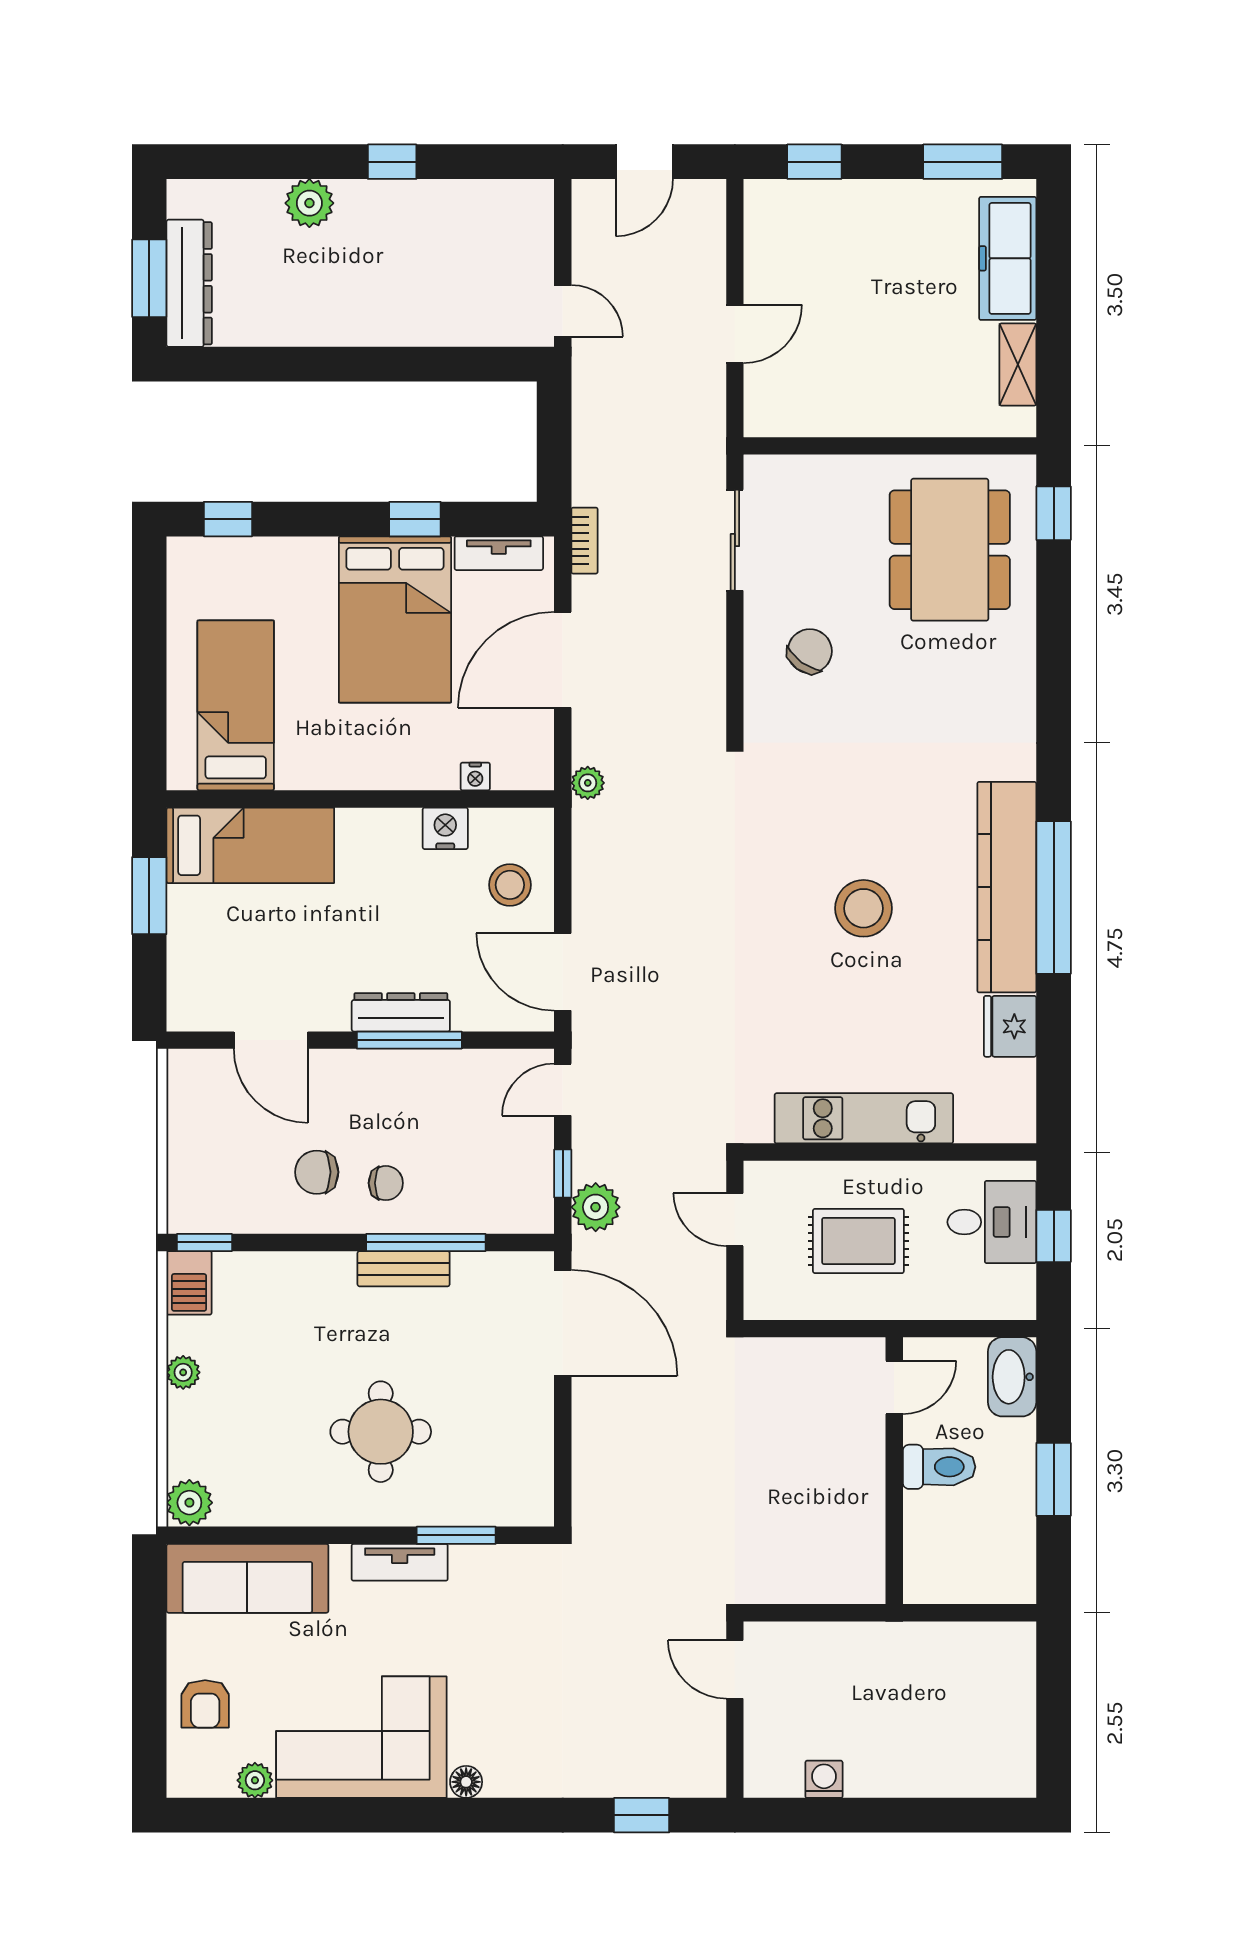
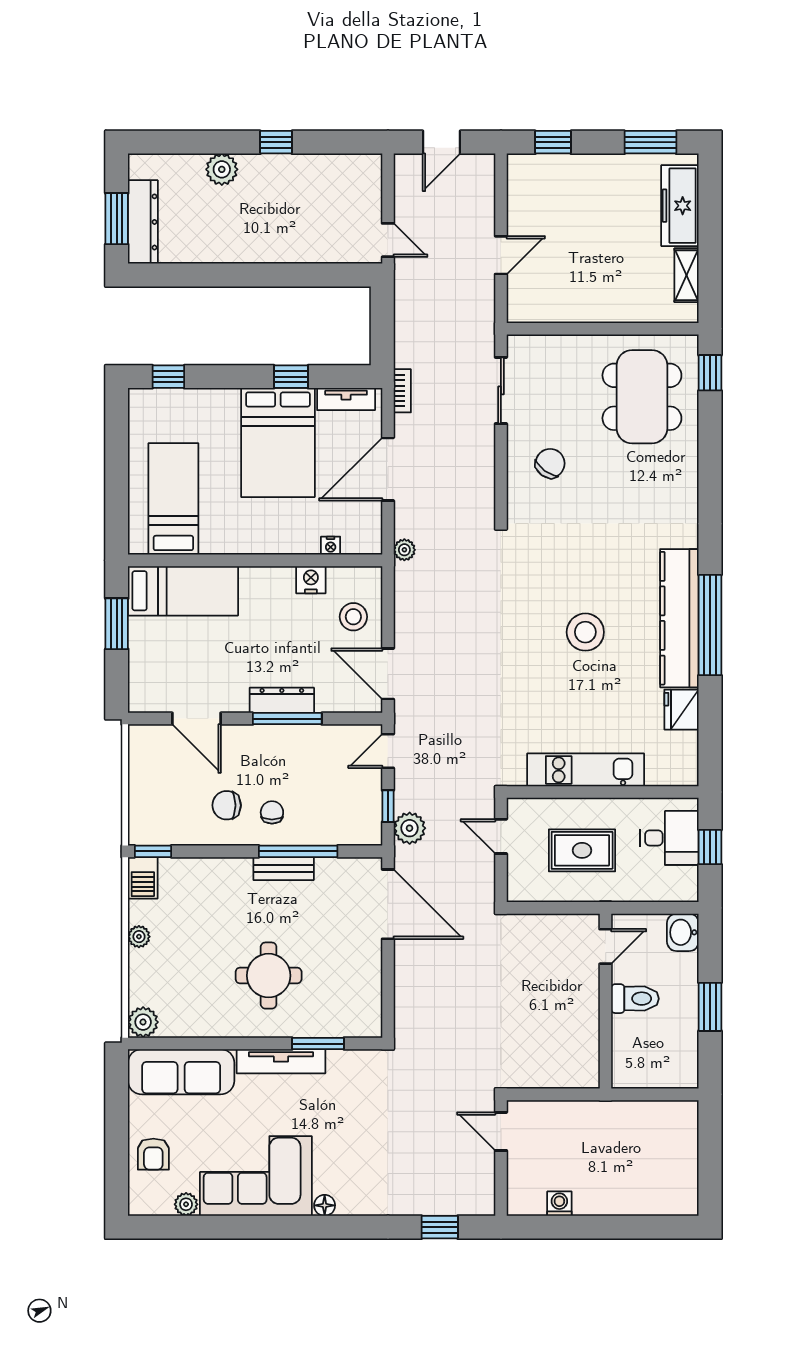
chair: (386, 1183) -> (272, 812), turned -90
washbasin: (1012, 1377) -> (683, 932), width x0.72
tv unit: (400, 1562) -> (281, 1061), width x1.41

